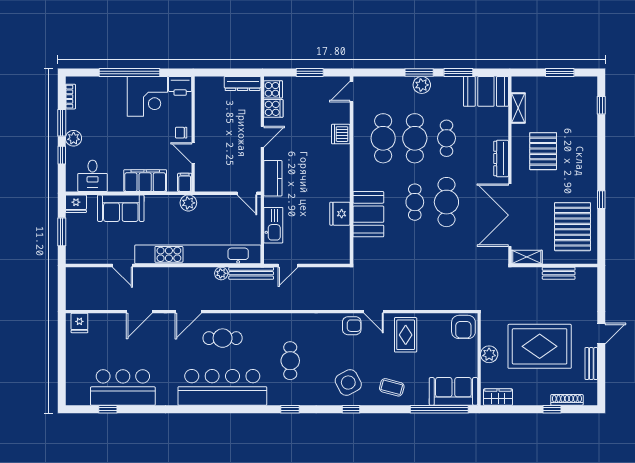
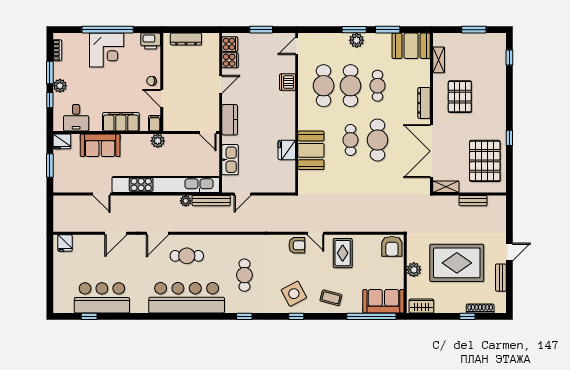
dresser: (243, 84) -> (186, 39), moved
corner desk: (147, 96) -> (107, 50), moved

